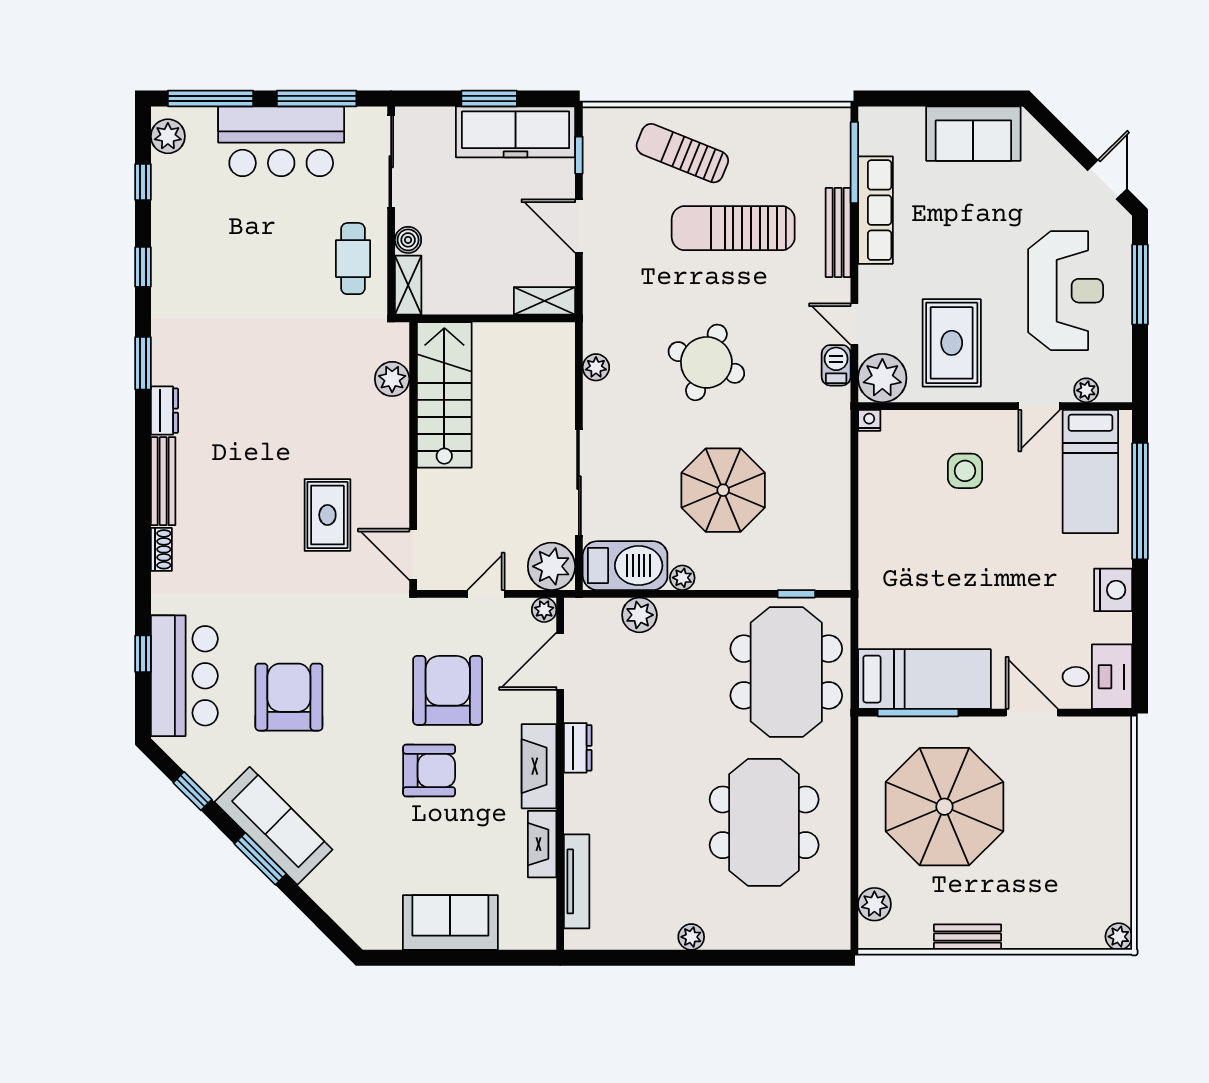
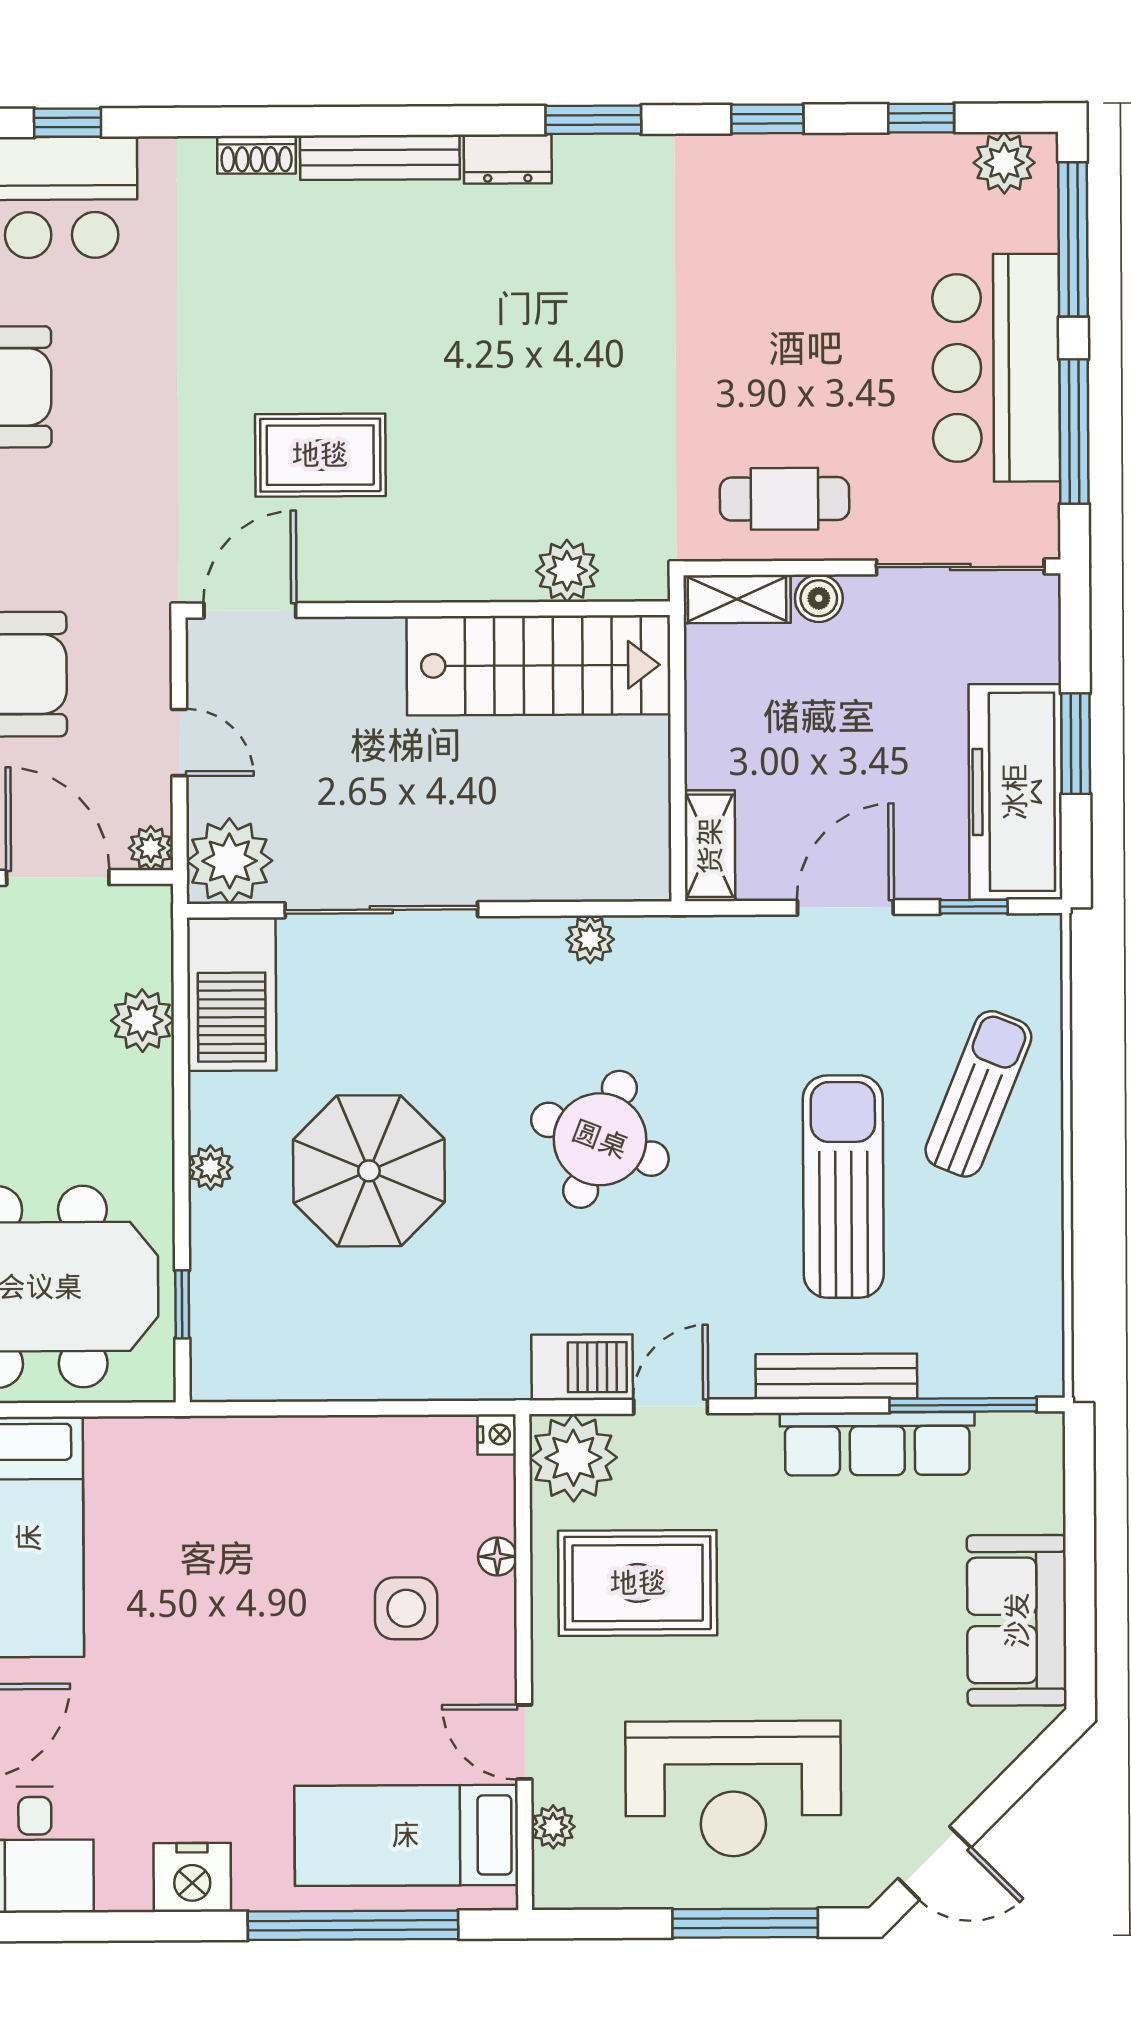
barbecue: (836, 365) -> (582, 1367), width x1.38, depth x1.27
floor lamp: (937, 420) -> (497, 1557), added
plant: (682, 578) -> (210, 1168), moved

